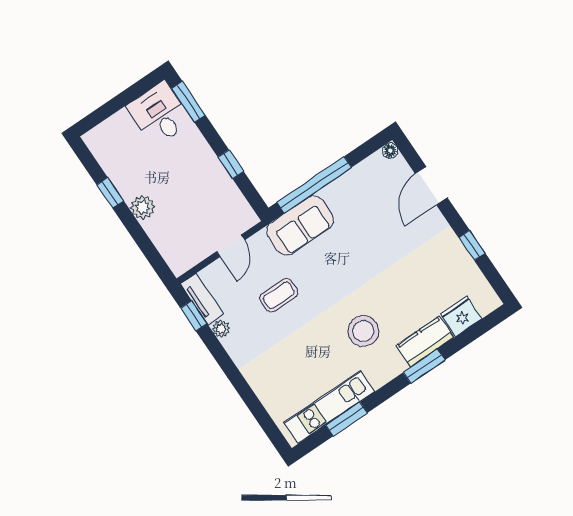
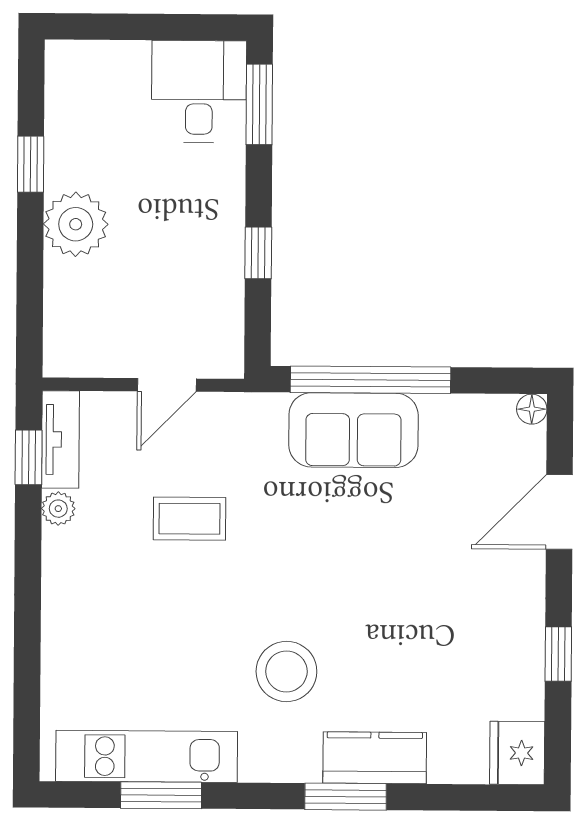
plant: (143, 207) -> (76, 224), width x1.36, depth x1.36
sofa: (300, 225) -> (353, 430), moved
fridge: (461, 316) -> (517, 753), moved, turned -90

